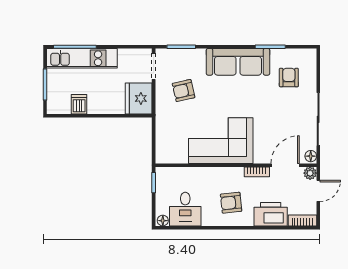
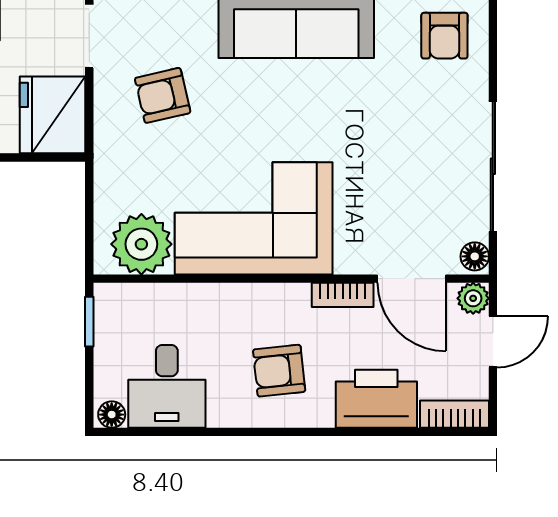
armchair: (289, 77) -> (444, 36), moved, turned 180
plant: (175, 151) -> (141, 244), added
door: (285, 165) -> (412, 279), swing flipped

